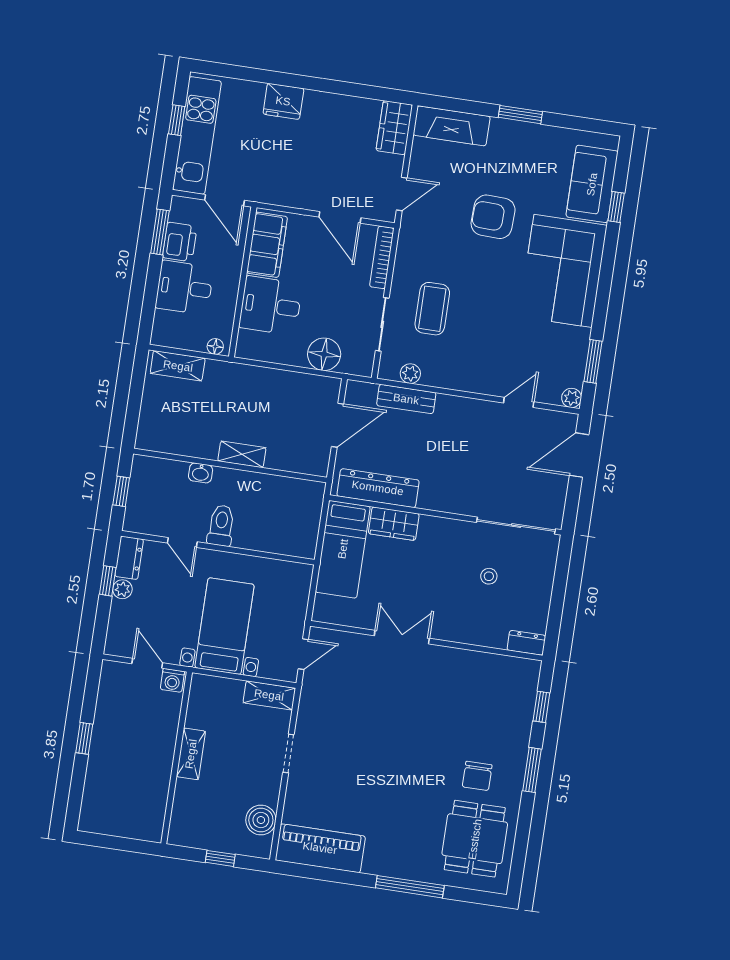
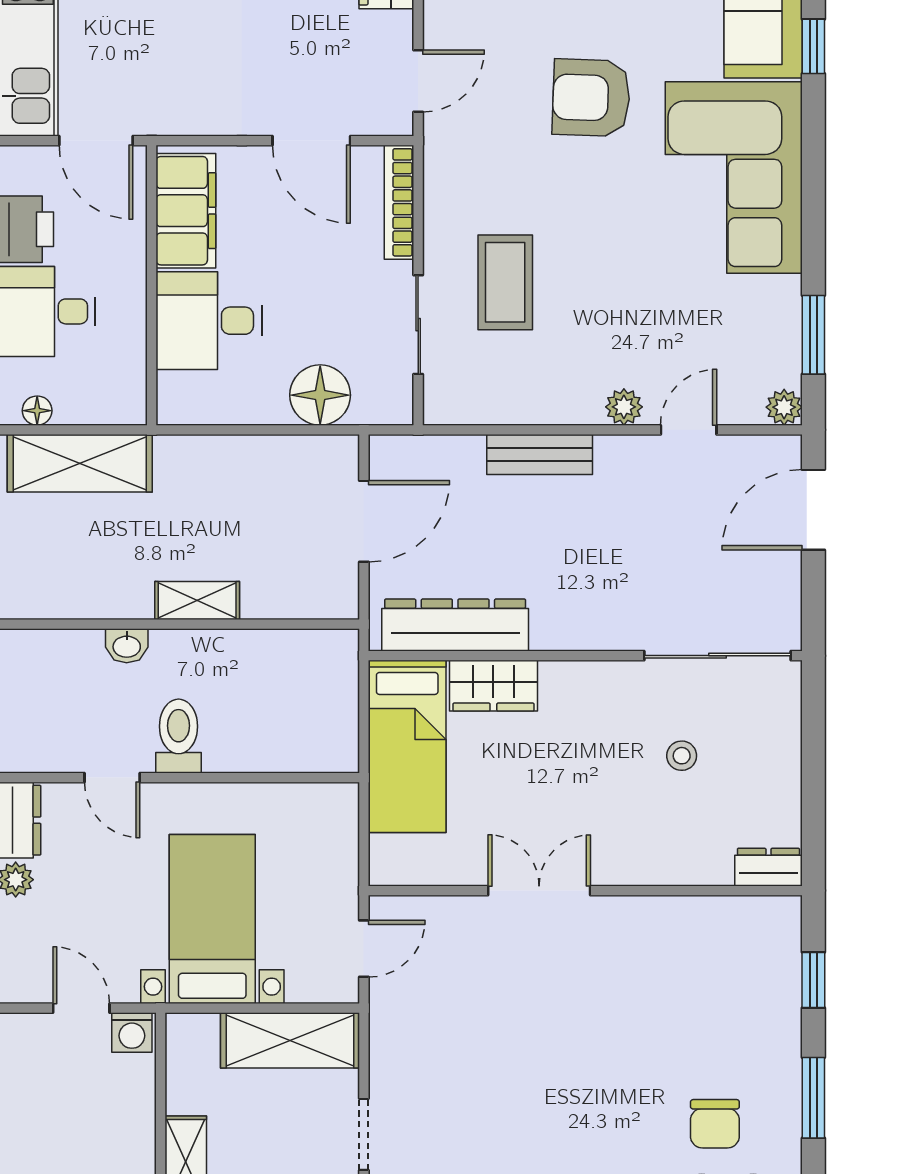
floor lamp: (215, 346) -> (37, 411), moved
shelving: (178, 366) -> (80, 463), width x1.50, depth x1.33
plant: (410, 374) -> (624, 407), moved
bench: (406, 399) -> (540, 454), moved
shelving: (269, 695) -> (290, 1040), width x1.50, depth x1.33

